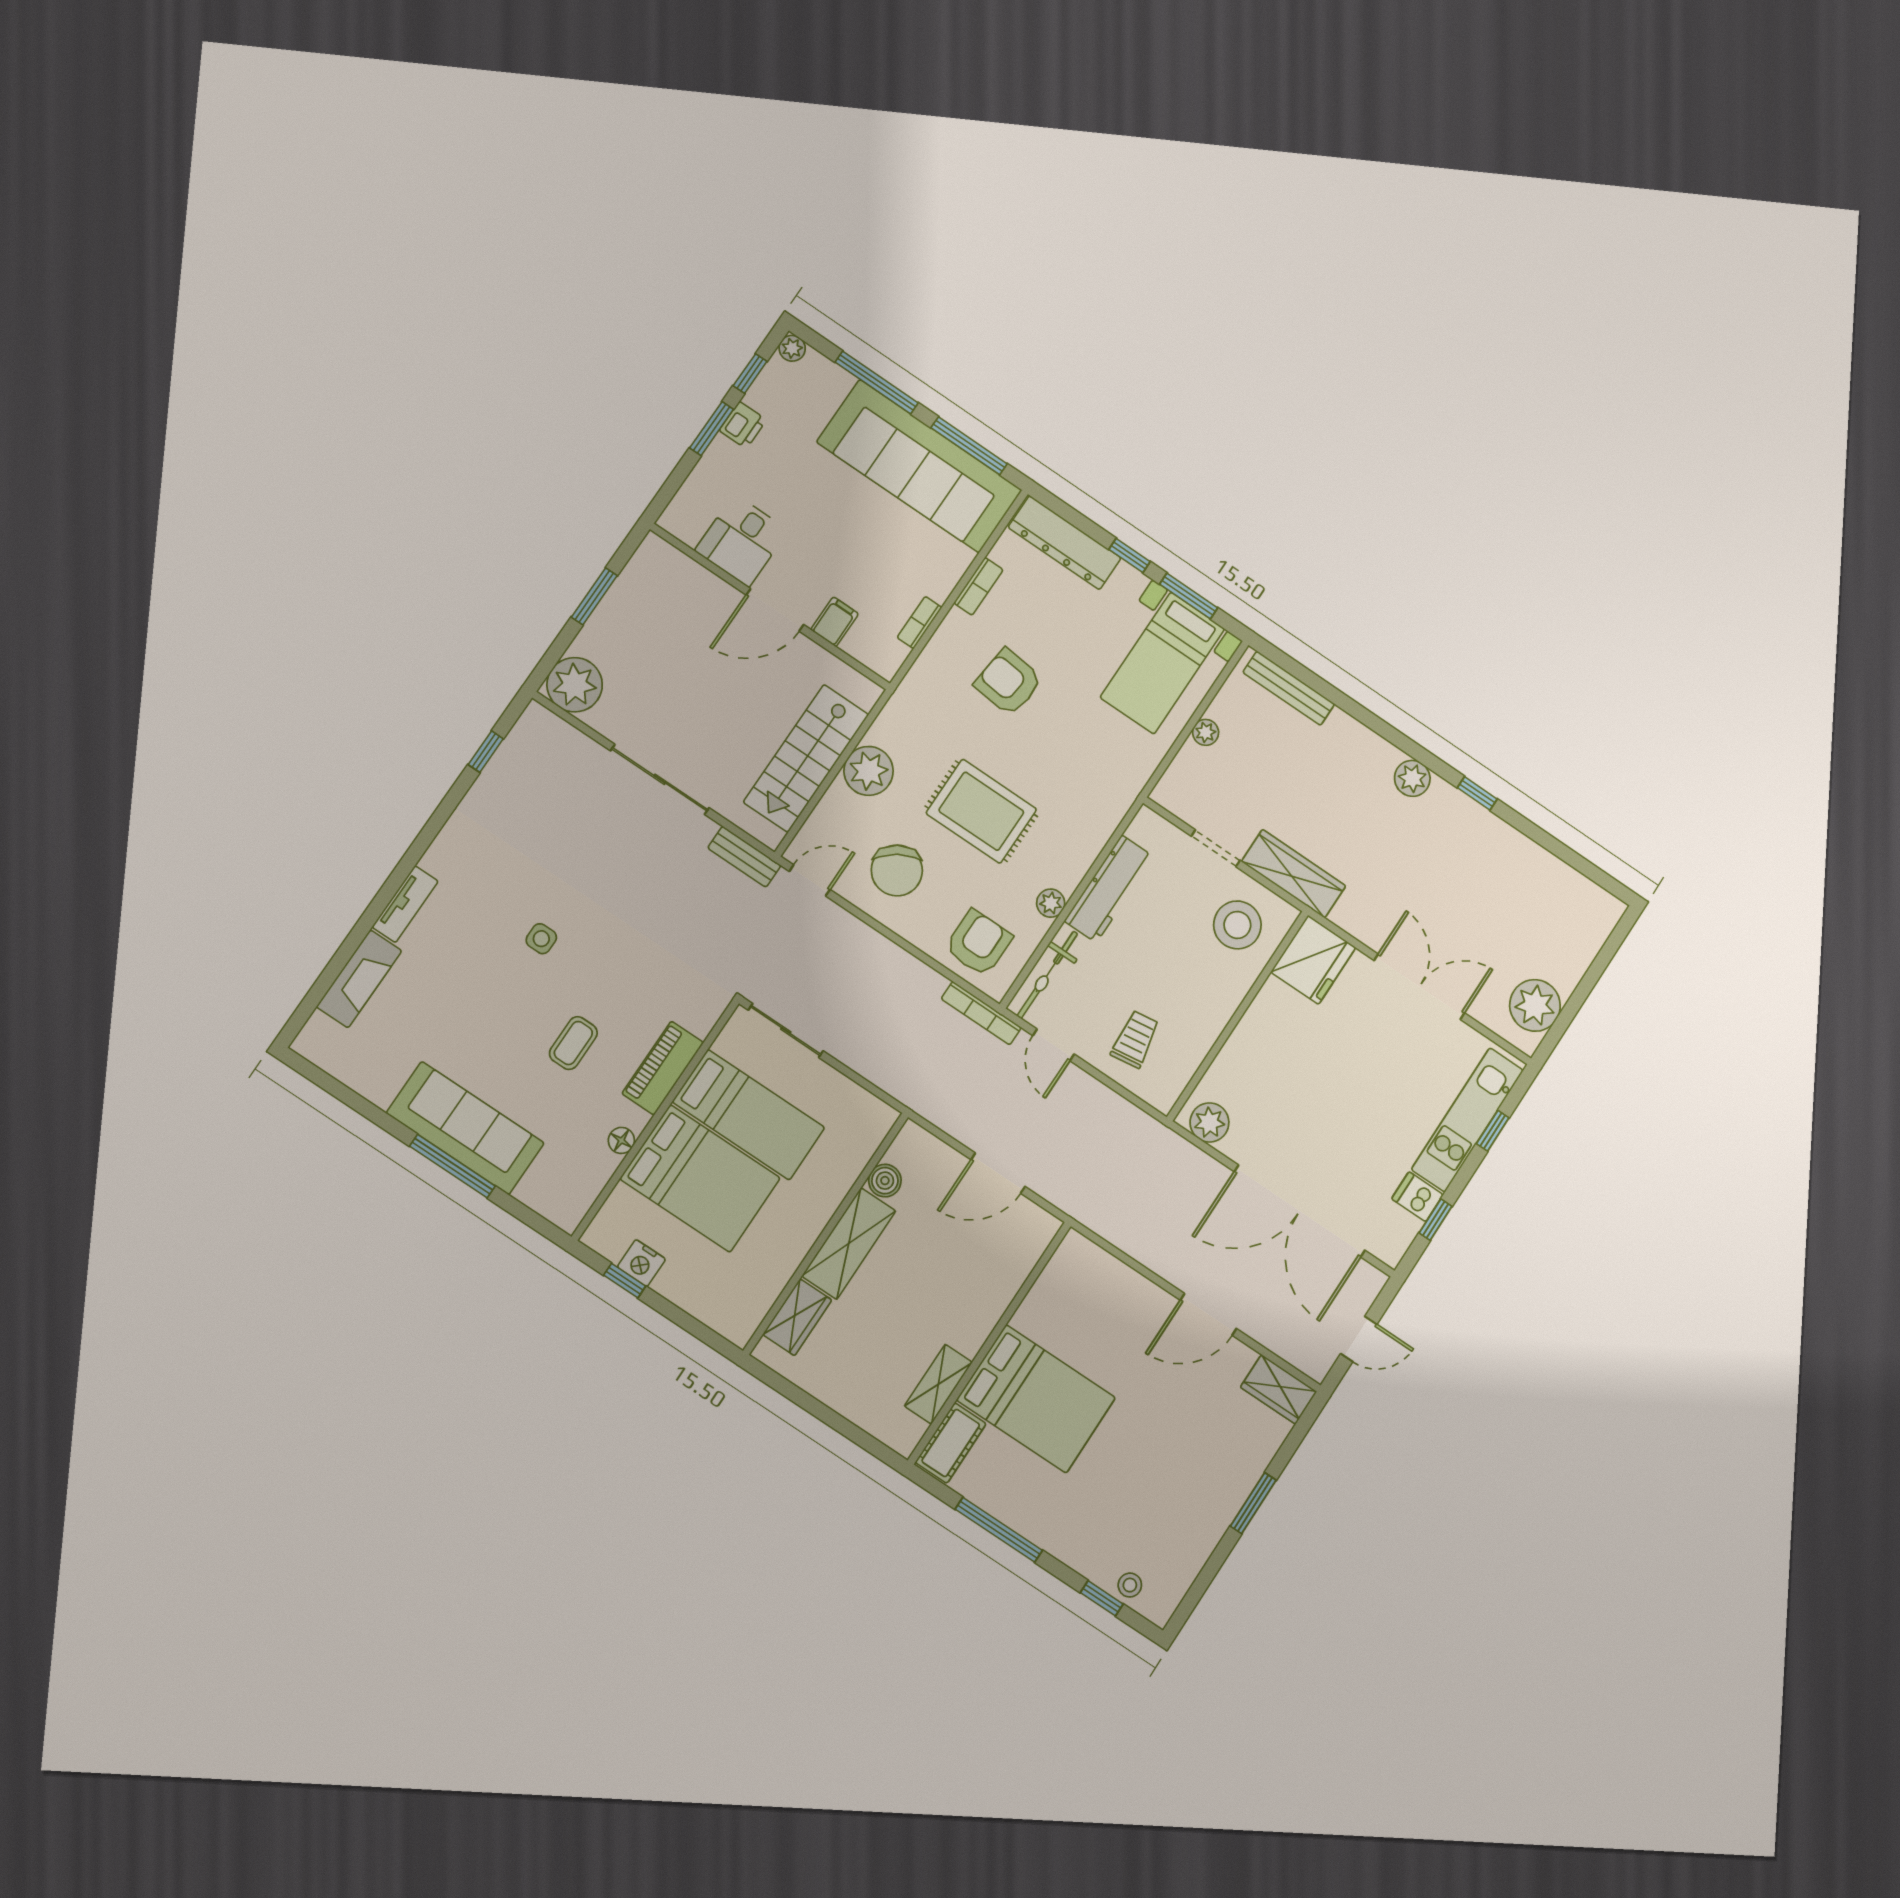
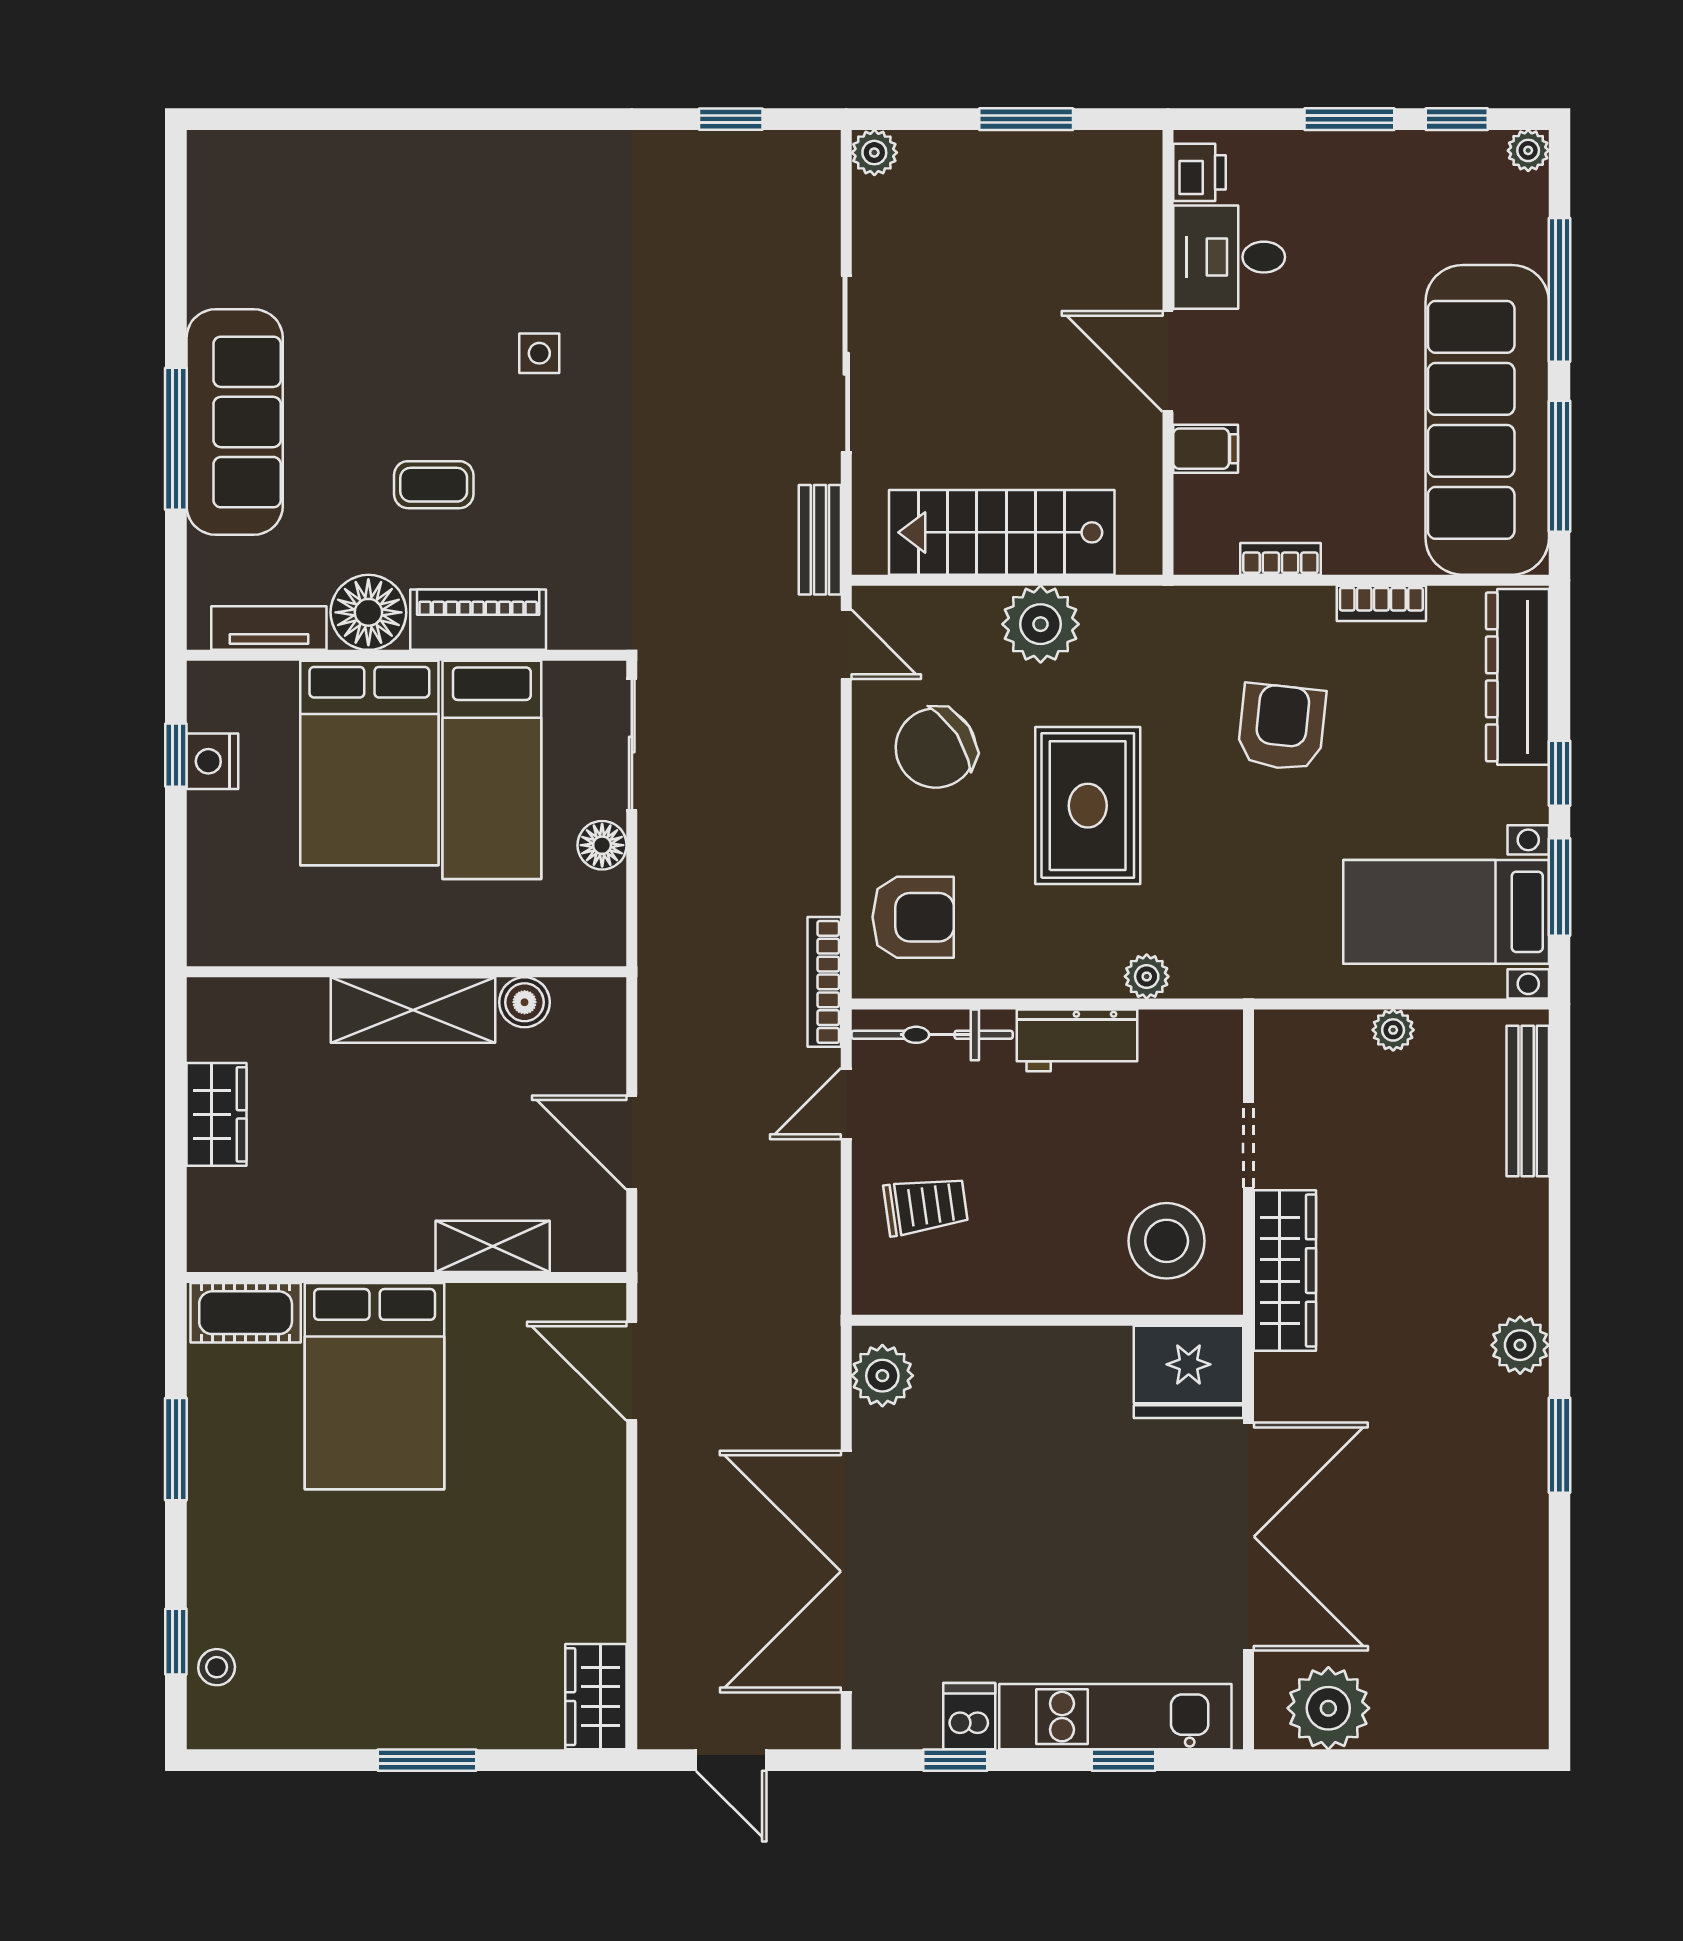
printer: (743, 425) -> (1200, 172), moved, turned -90
plant: (575, 685) -> (874, 153), width x0.53, depth x0.53
window: (1477, 793) -> (1559, 1445), width x1.50
workbench: (1109, 889) -> (1077, 1040), width x0.73
plant: (1051, 903) -> (1147, 976), moved
tv unit: (405, 904) -> (269, 628), moved, turned 180
fireplace: (359, 979) -> (334, 159), removed
double door: (1419, 987) -> (1248, 1537), width x1.36
floor lamp: (829, 1083) -> (602, 845), added
floor lamp: (621, 1140) -> (368, 612), width x1.89, depth x1.89
door: (1208, 1314) -> (632, 1371), moved
wardrobe: (797, 1317) -> (217, 1114), moved, turned -90
shelving: (938, 1384) -> (493, 1246), moved
window: (999, 1530) -> (176, 1449), width x0.69

